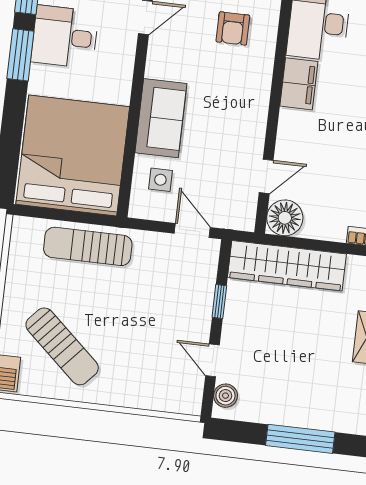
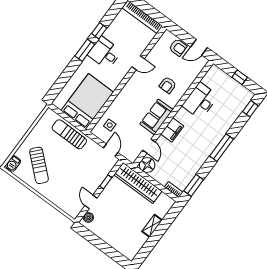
filing cabinet: (299, 84) -> (172, 130), moved
sofa: (161, 118) -> (156, 117), moved, turned 180
bed: (73, 156) -> (87, 101), width x0.73
door: (266, 176) -> (149, 146), hinge flipped
window: (300, 439) -> (107, 249), removed

